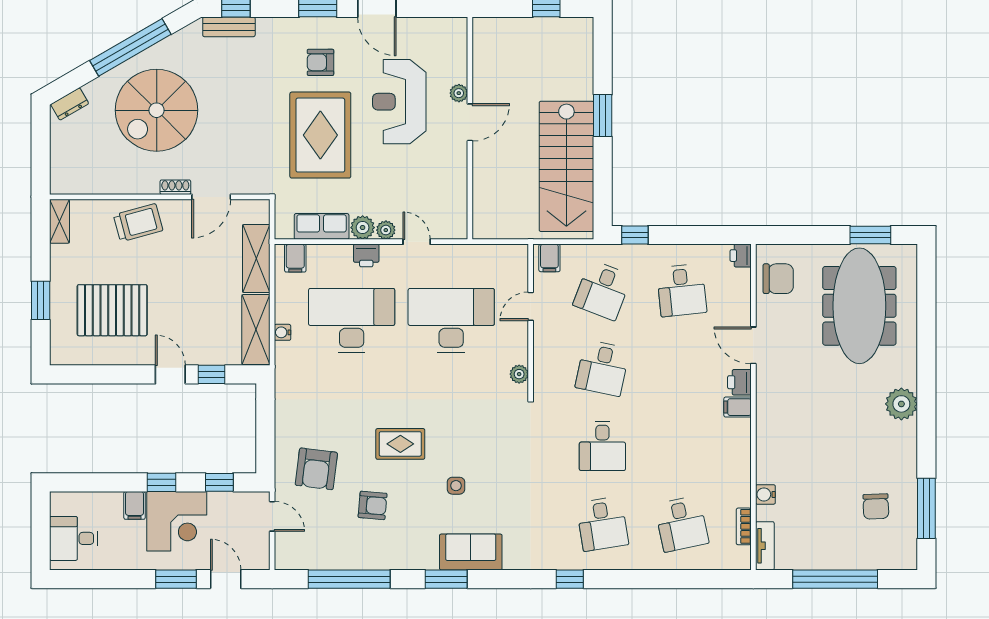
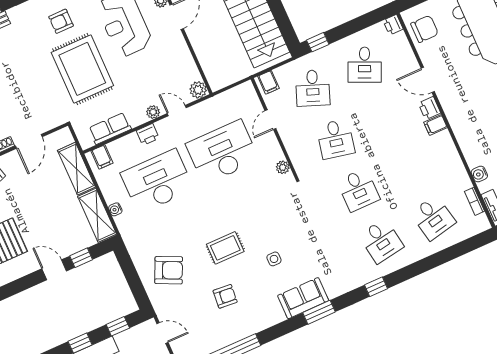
plant: (363, 228) -> (198, 90), moved
desk: (682, 290) -> (365, 65), turned 30
armchair: (316, 469) -> (169, 270), moved, turned -72
window: (446, 579) -> (319, 312), moved

